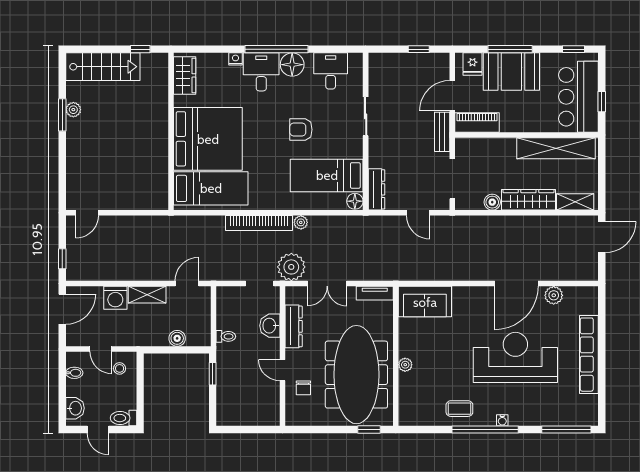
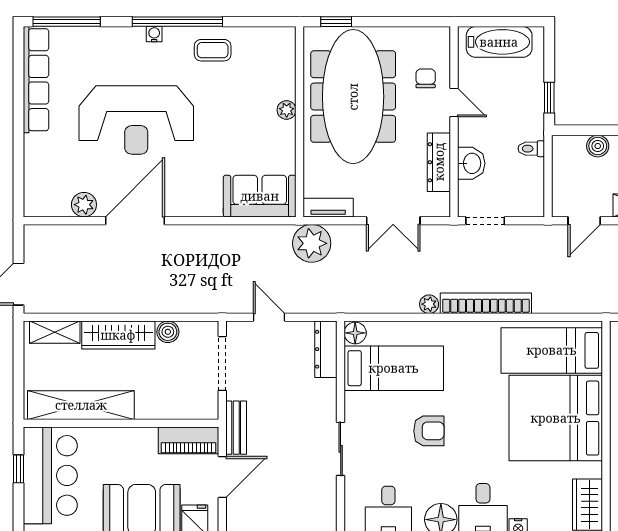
plant: (291, 267) -> (312, 243), moved
double door: (327, 284) -> (393, 221), swing flipped
row of seats: (589, 355) -> (36, 80), moved
bathtub: (249, 415) -> (499, 42), added

